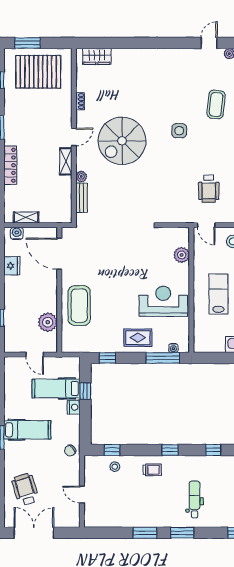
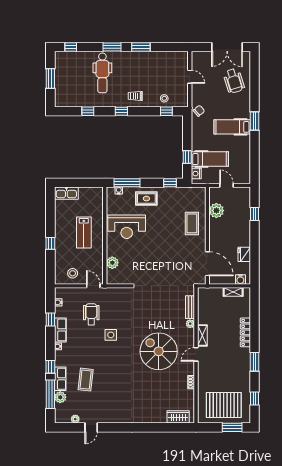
side table: (179, 131) -> (111, 335), moved
spiral stairs: (122, 141) -> (159, 351), turned -90
coffee table: (79, 306) -> (192, 223), width x0.73, depth x0.76
nightstand: (74, 407) -> (196, 174), moved
dental chair: (194, 499) -> (102, 73), width x1.36, depth x1.38

